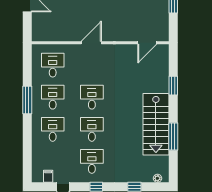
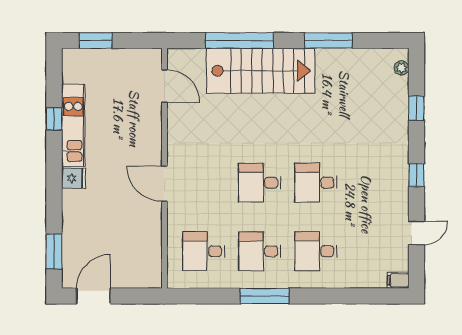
window: (173, 86) -> (240, 41), width x2.11
stairs: (156, 124) -> (261, 71), moved
desk: (92, 161) -> (372, 183), removed
filing cabinet: (48, 176) -> (398, 280), moved

